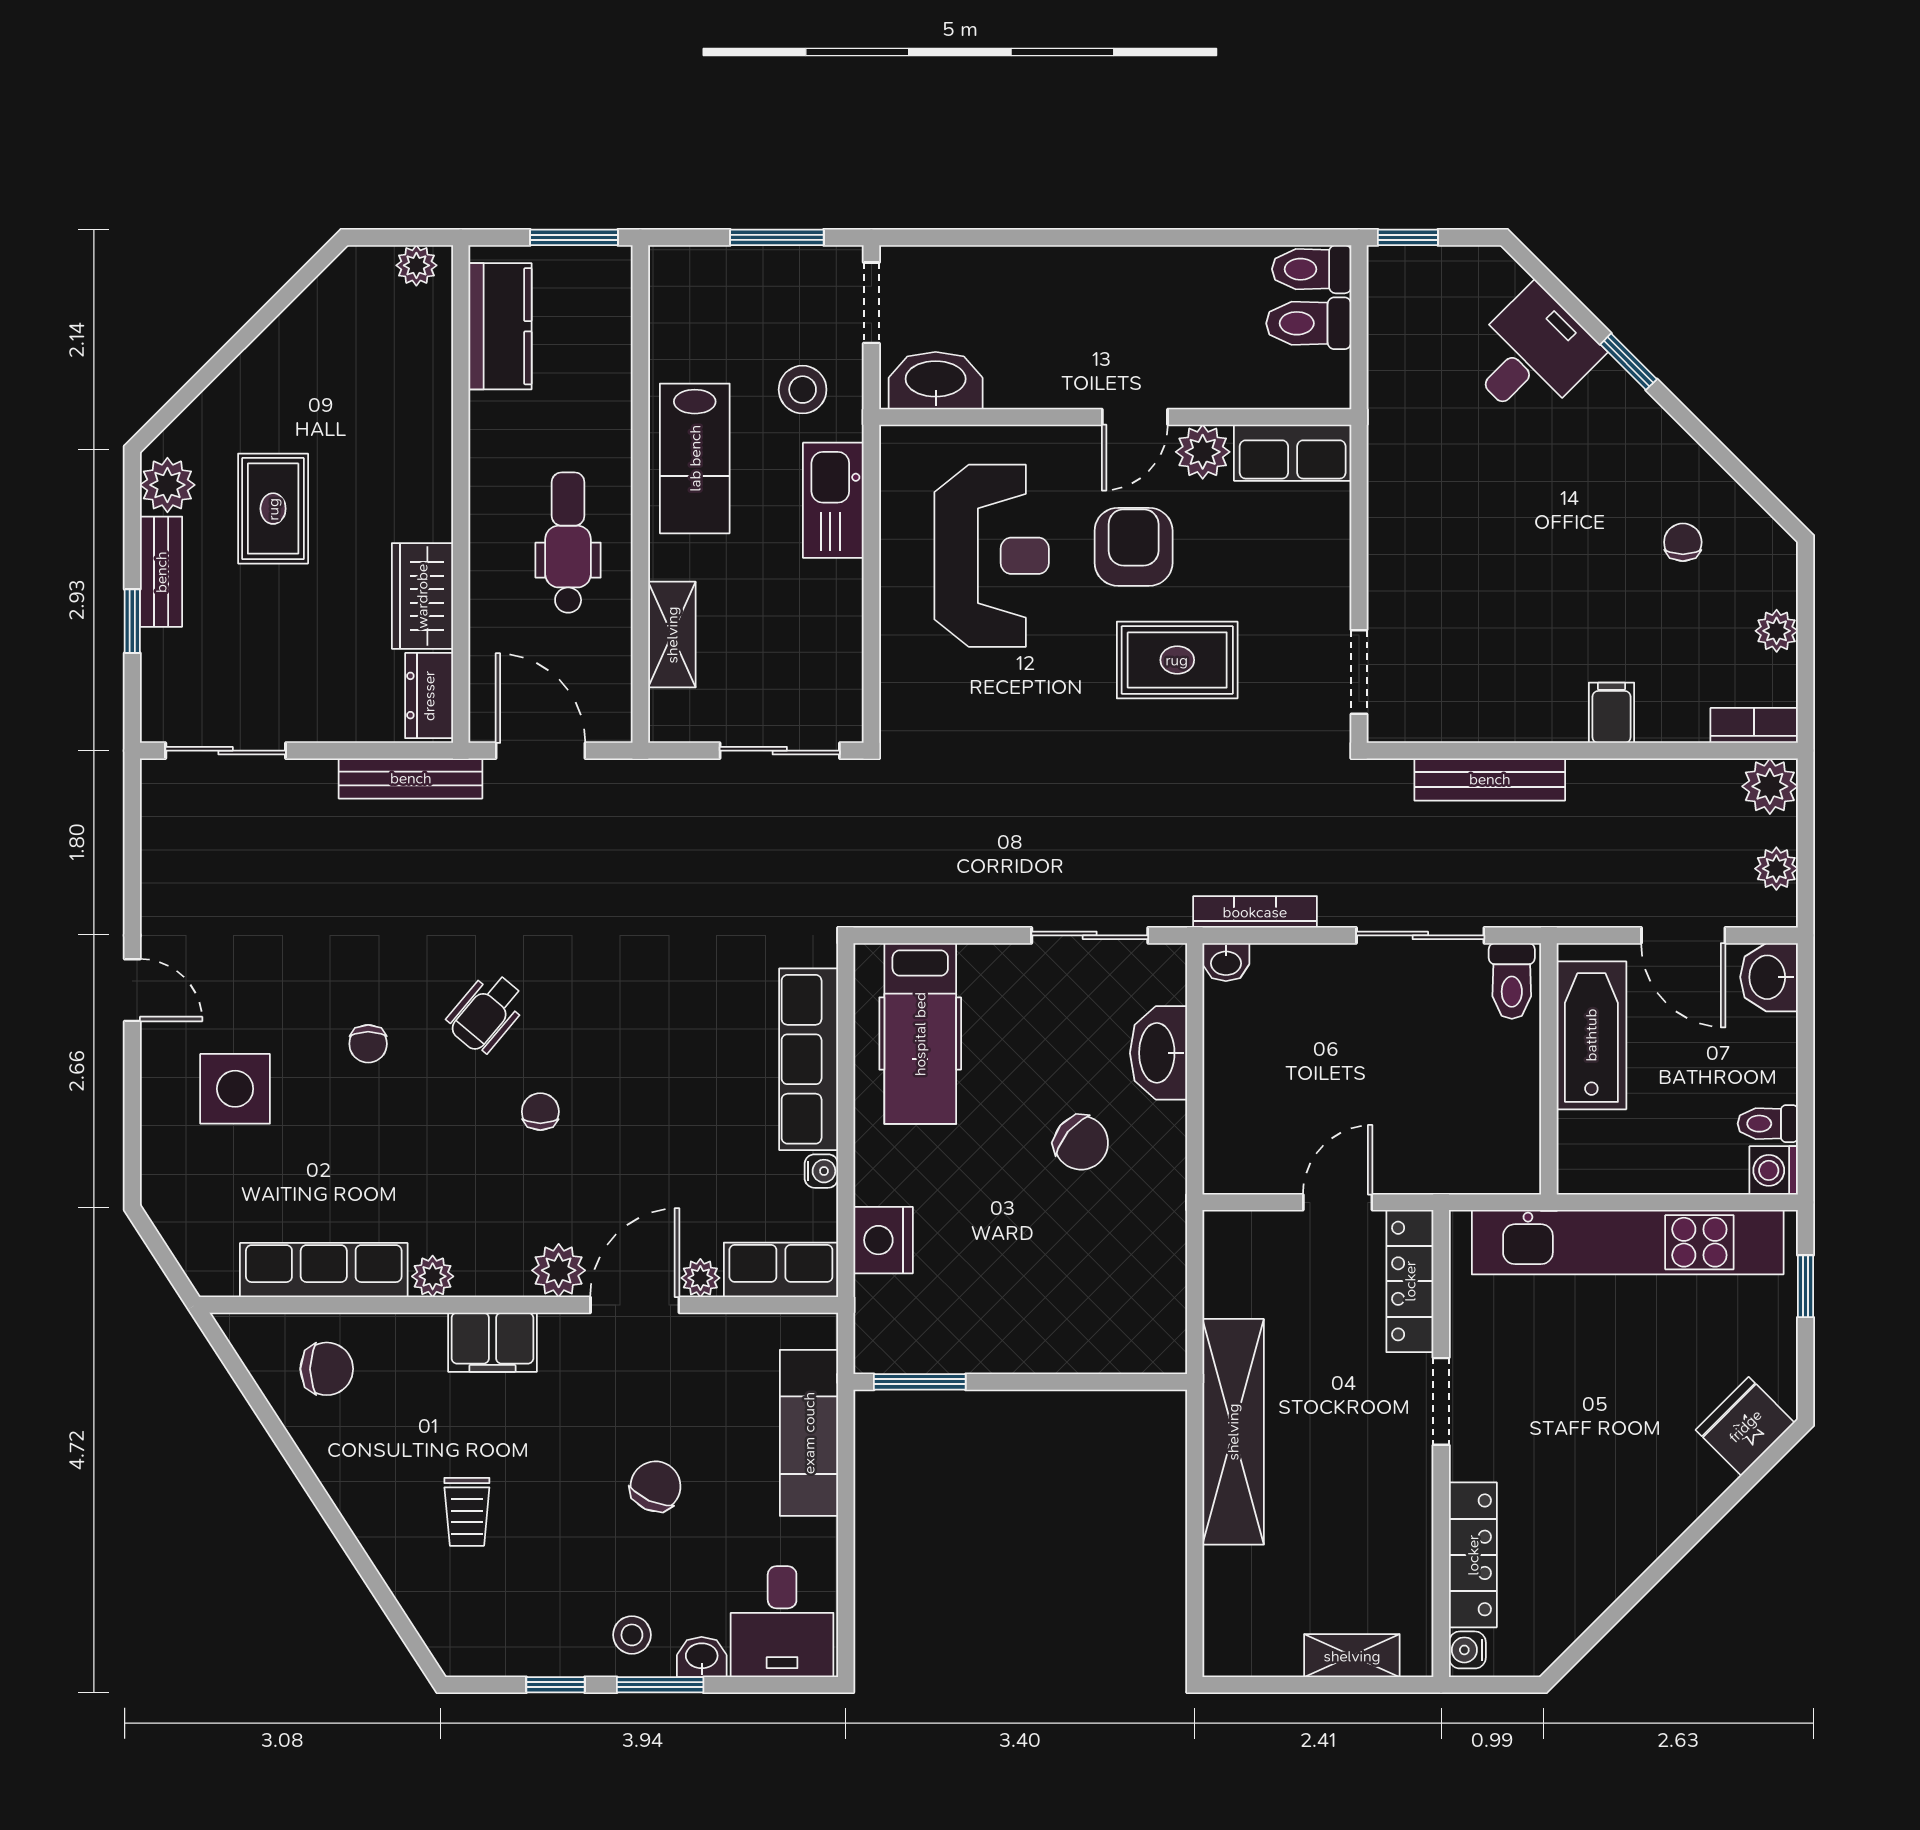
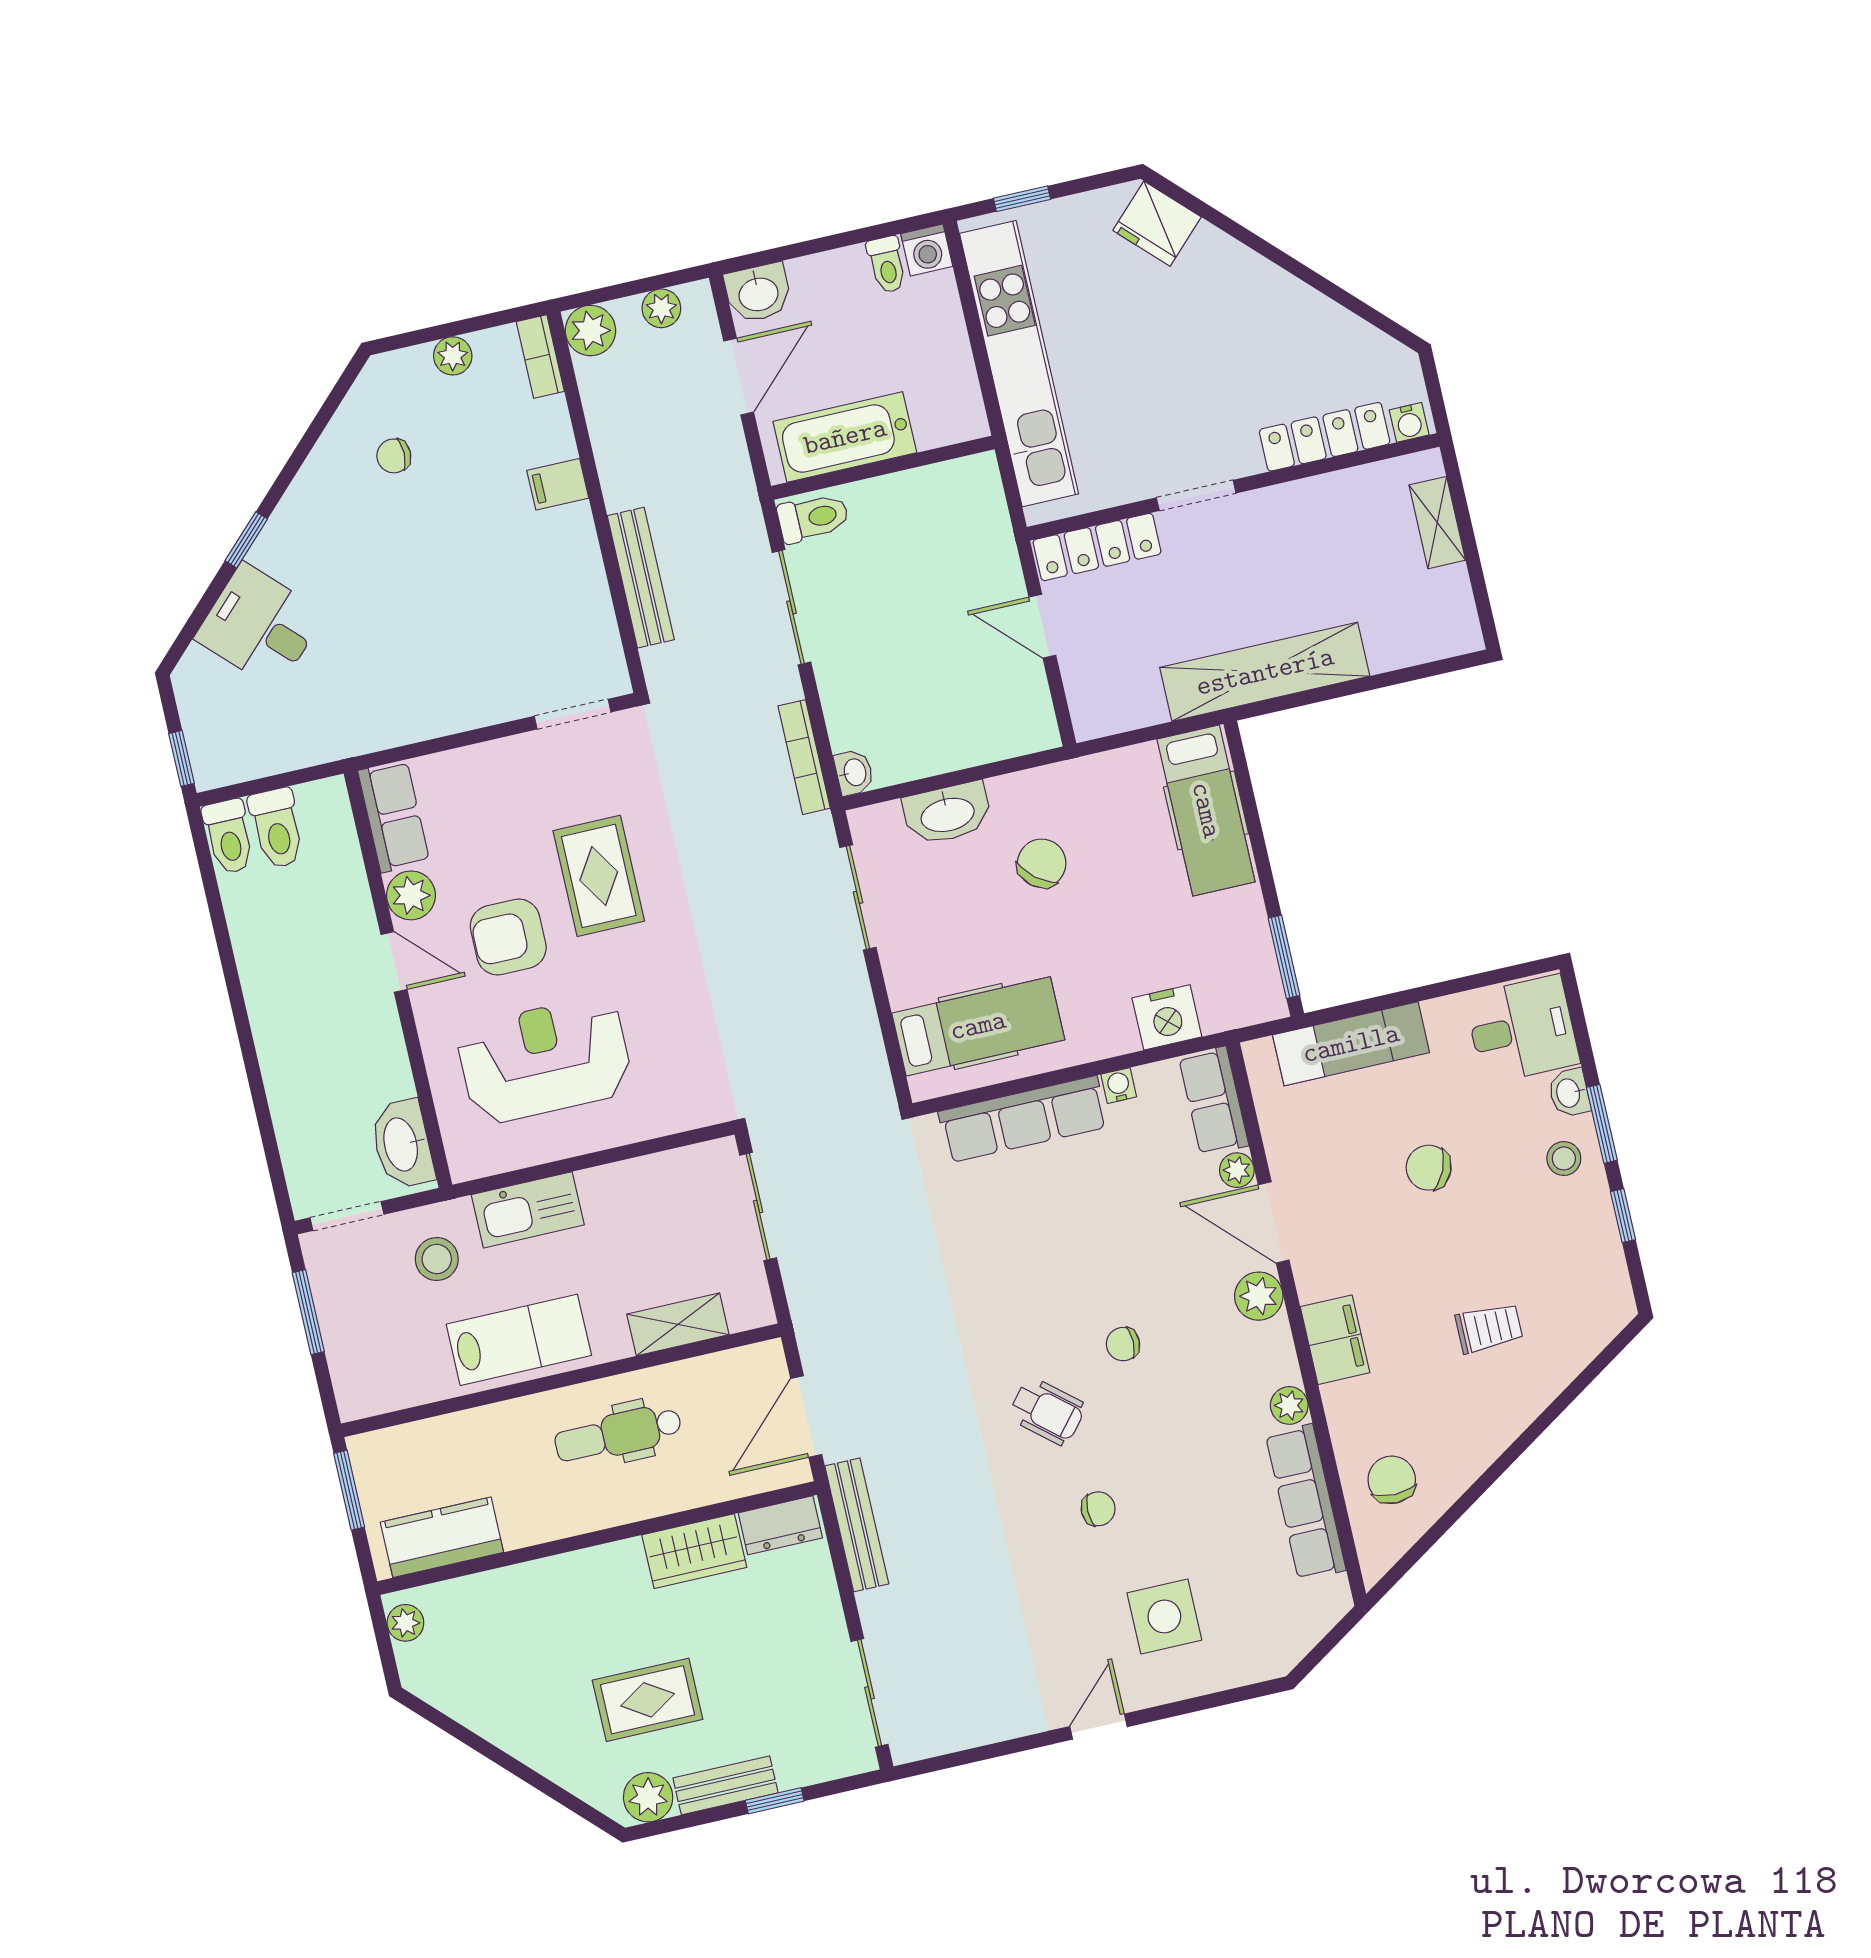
hospital bed: (1098, 1334) -> (1206, 810), added

